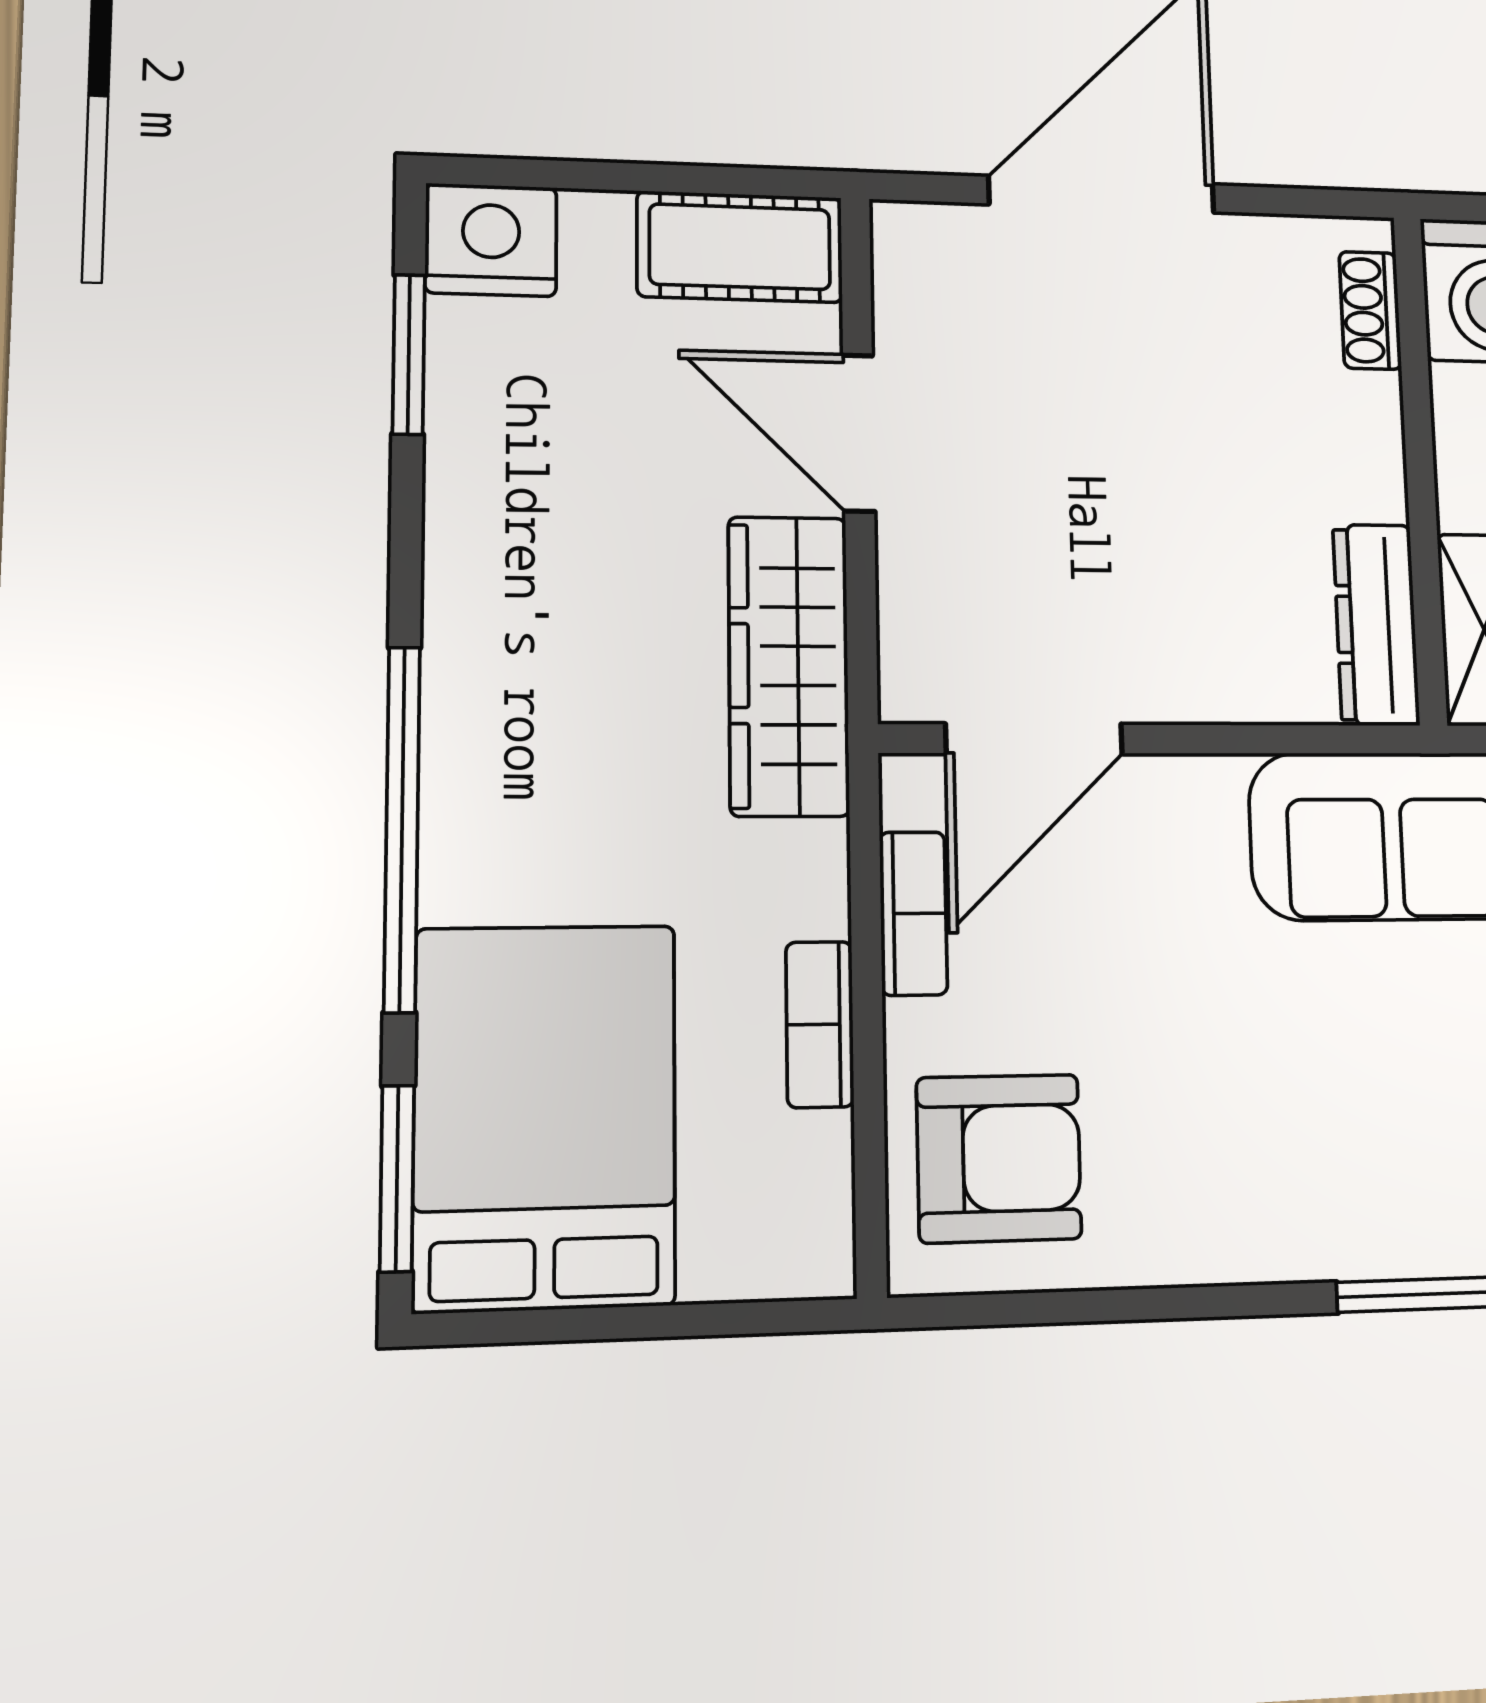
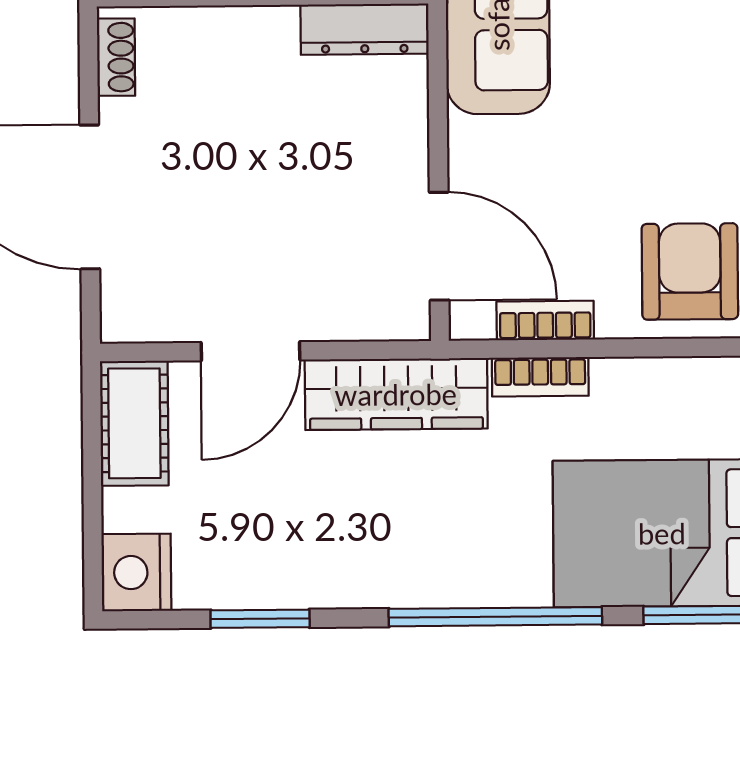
shoe rack: (1370, 310) -> (116, 57), moved, turned -90
window: (409, 354) -> (260, 619), moved
bookcase: (820, 1024) -> (540, 377), moved

